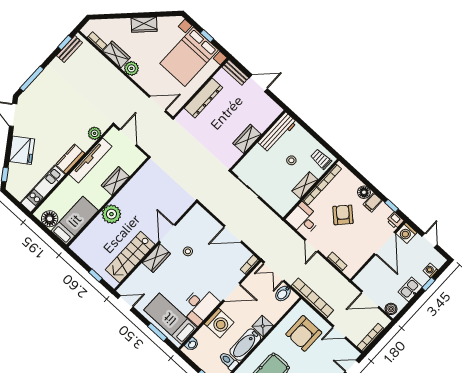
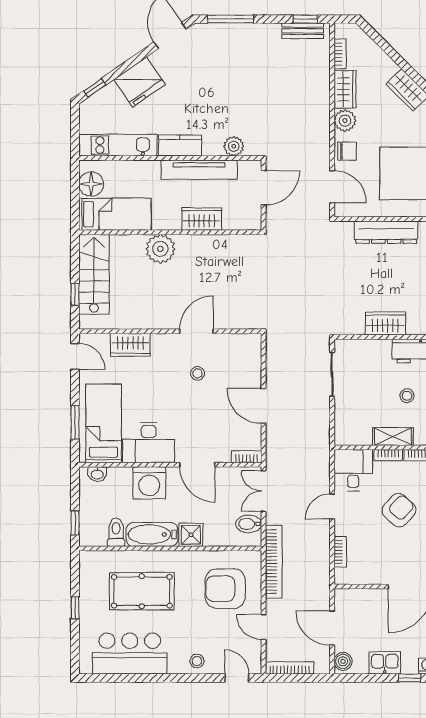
chair: (147, 81) -> (347, 151), added
stairs: (130, 257) -> (94, 274), moved, turned 90
wardrobe: (156, 258) -> (130, 345), moved

